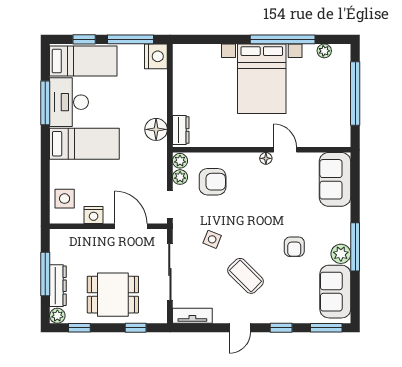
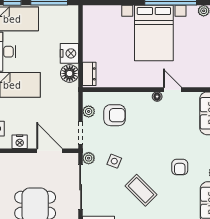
nightstand: (156, 56) -> (69, 53), moved
plant: (180, 161) -> (89, 158), moved

